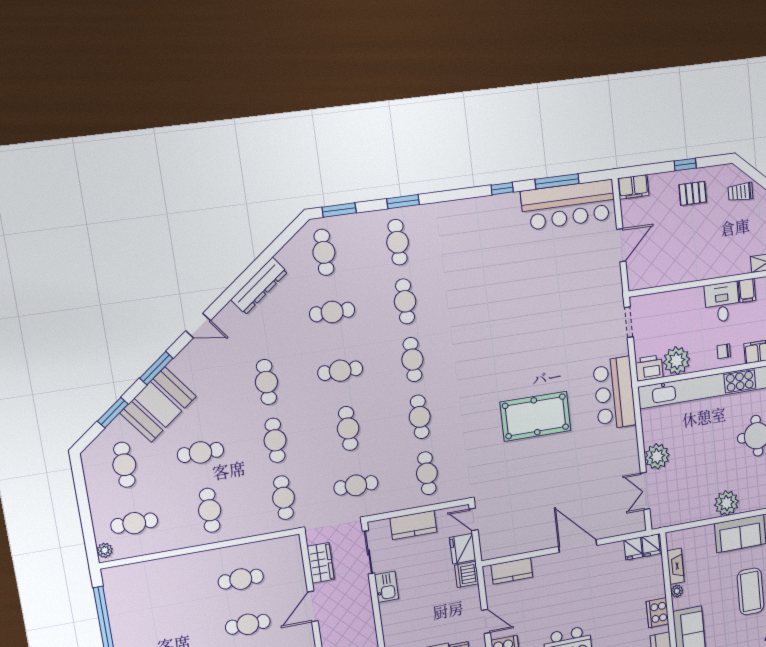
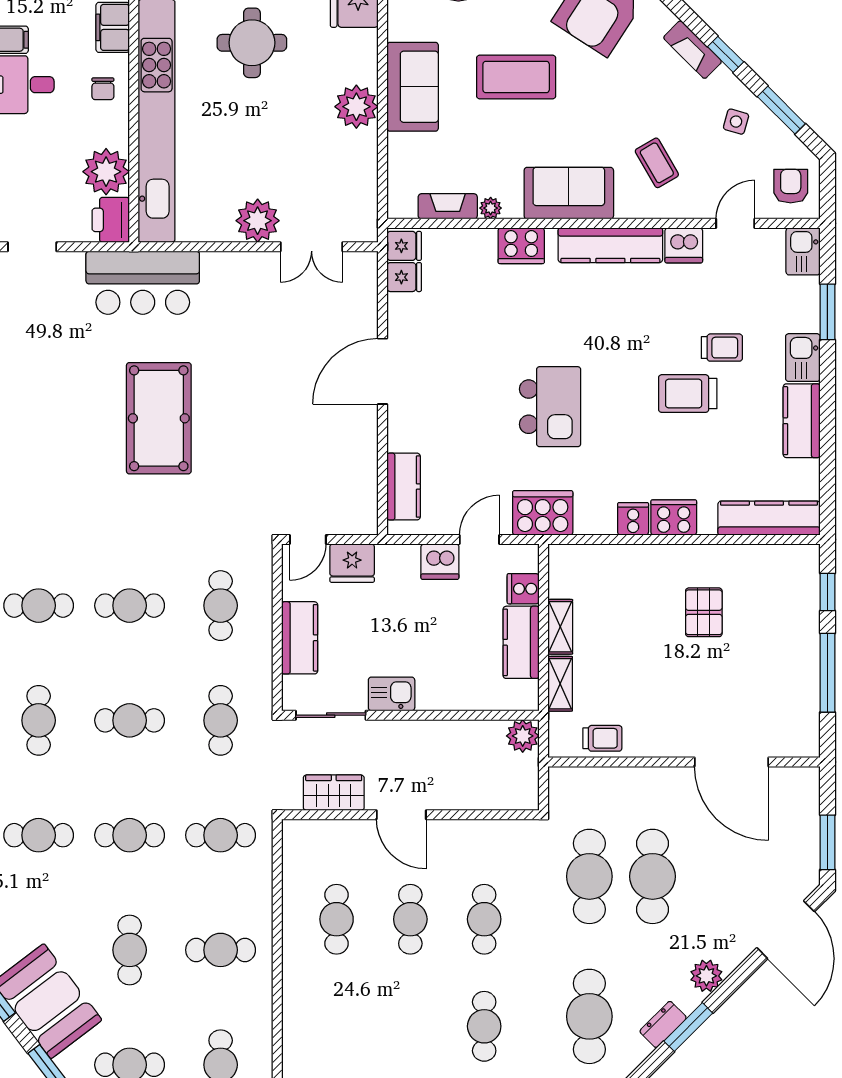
cafe table: (427, 473) -> (221, 606), turned 90
dishwasher: (467, 574) -> (440, 562), moved

